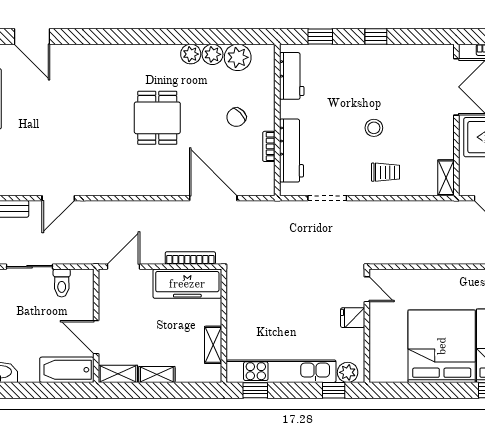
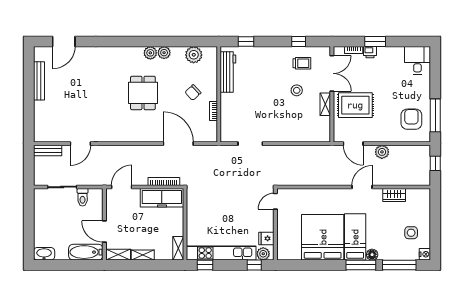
door: (32, 36) -> (64, 42), hinge flipped
window: (376, 36) -> (299, 42), moved
plant: (213, 54) -> (150, 53), moved
workbench: (292, 76) -> (228, 72), width x1.38
stool: (374, 128) -> (297, 90), moved
workbench: (291, 151) -> (228, 114), removed
trolley: (386, 172) -> (302, 63), moved
shelving: (446, 178) -> (325, 104), moved
door: (367, 289) -> (275, 201), swing flipped
fridge: (353, 318) -> (266, 238), moved
shelving: (213, 345) -> (178, 248), moved

